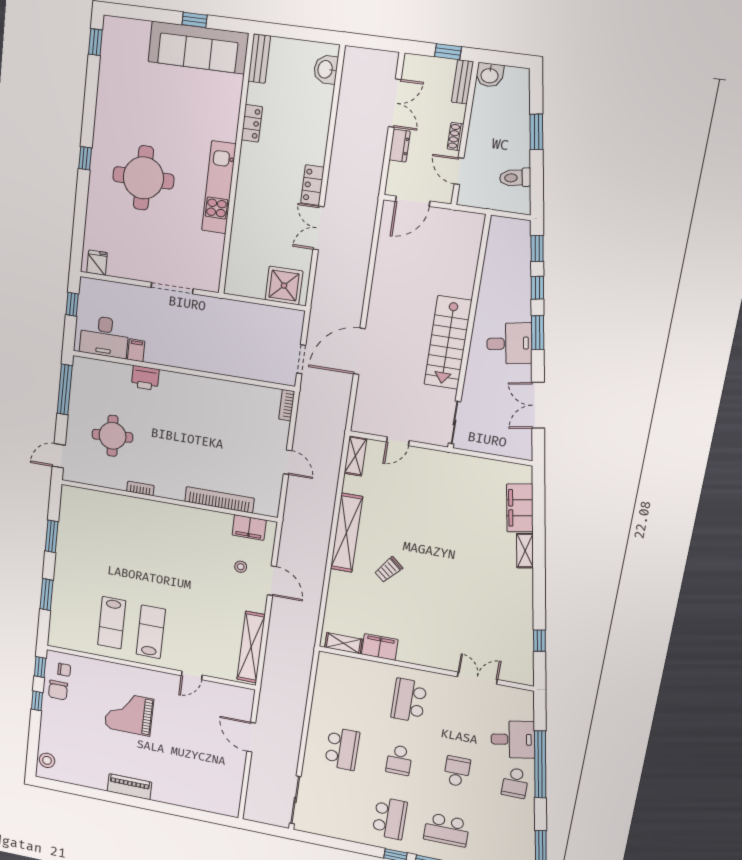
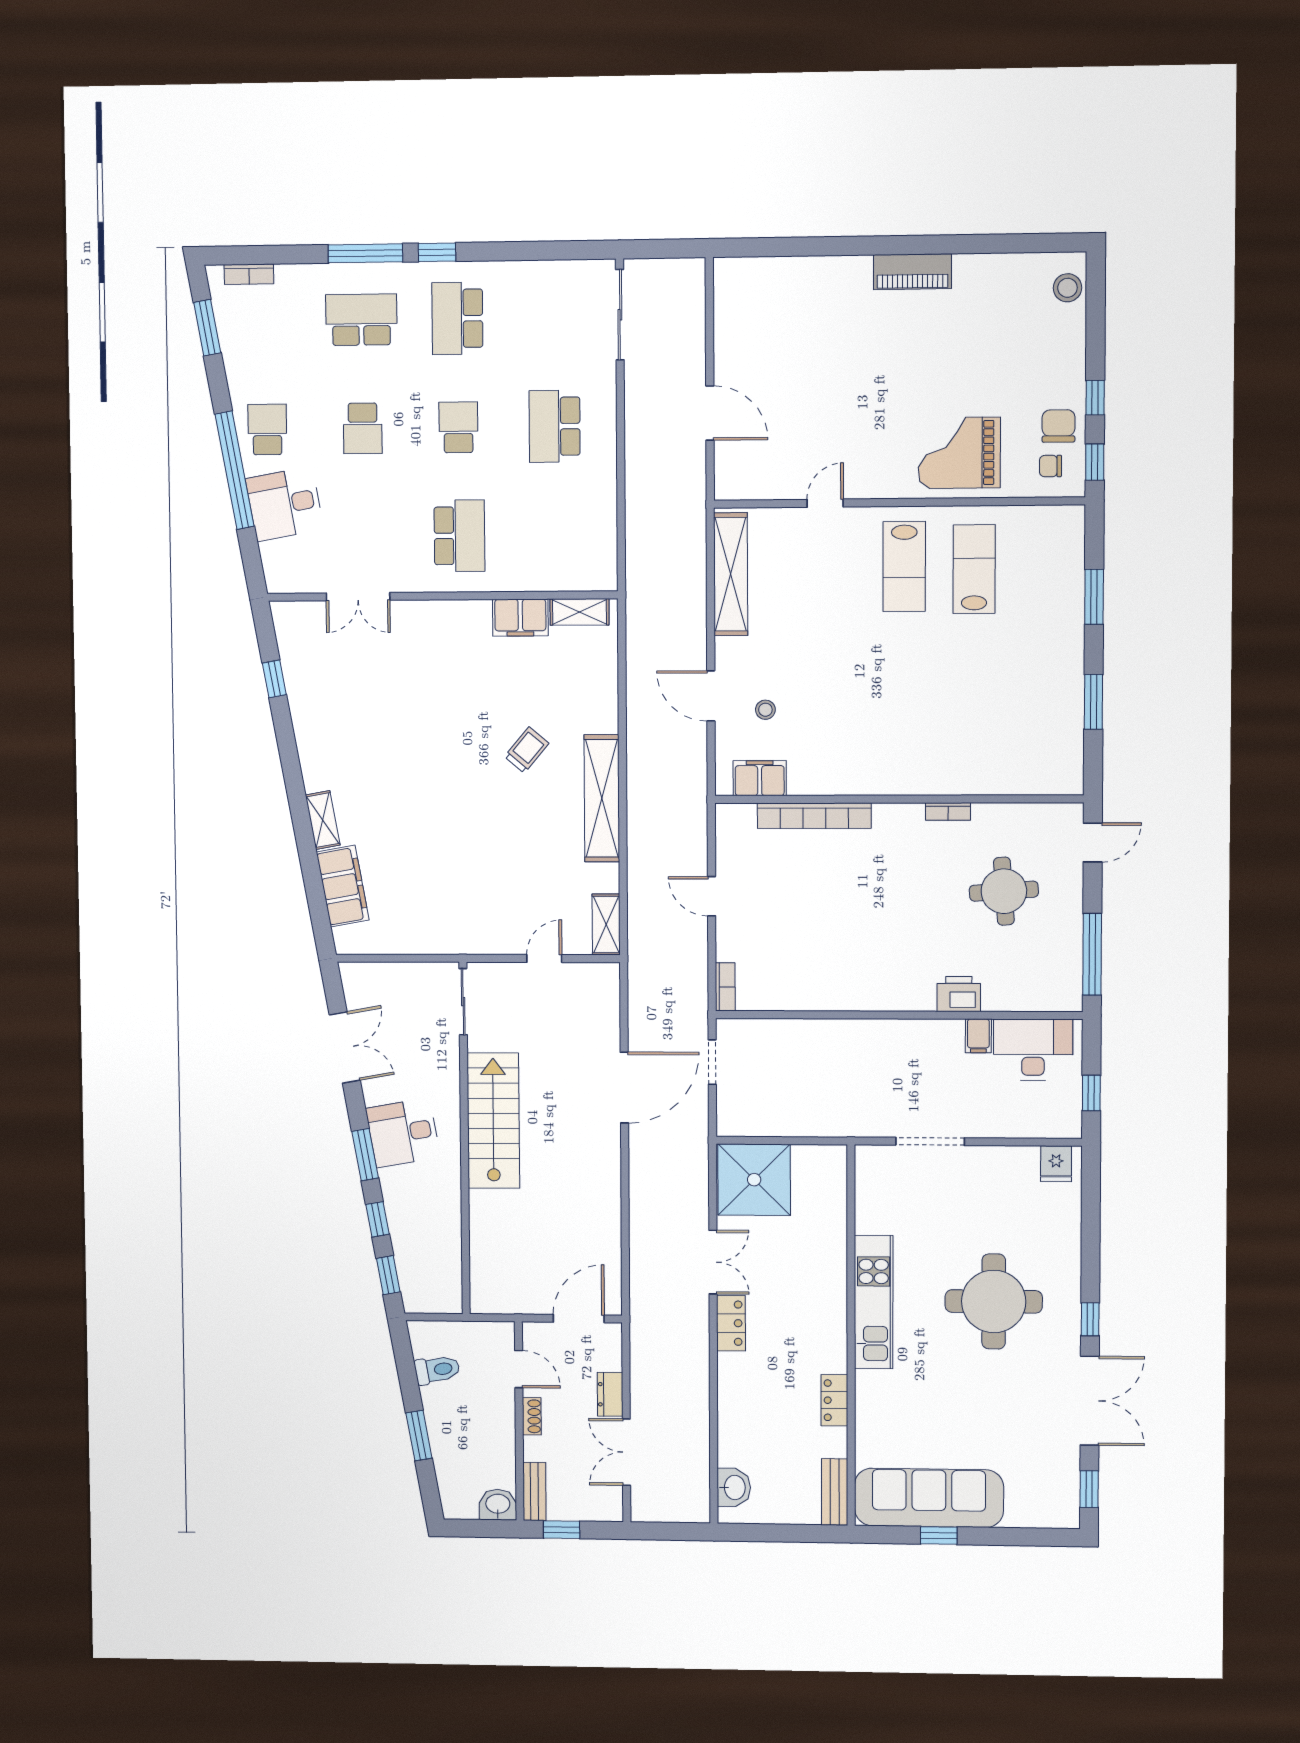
double door: (90, 103) -> (1090, 1401), added
shower: (284, 286) -> (754, 1180), width x1.37, depth x1.37
grand piano: (129, 713) -> (959, 453), moved, turned 180

